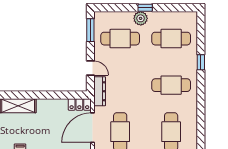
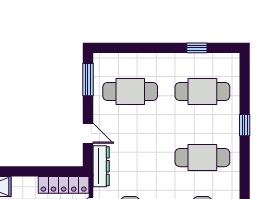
window: (145, 8) -> (197, 48), moved
plant: (141, 18) -> (159, 63), removed
locker: (79, 104) -> (64, 185), width x1.53

